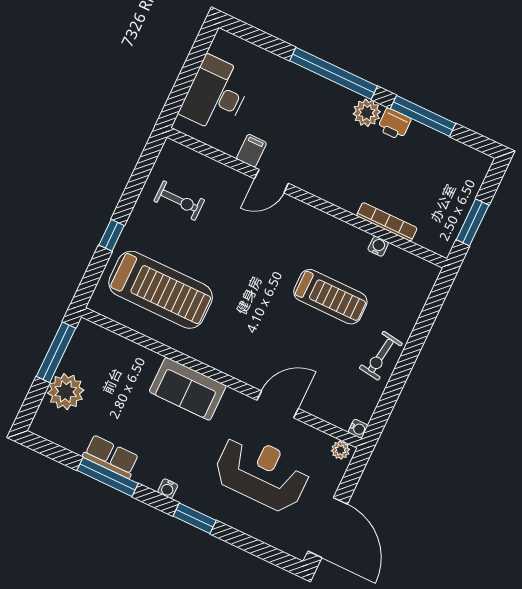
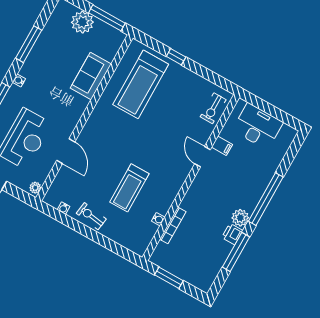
exercise bike: (179, 201) -> (213, 108), moved
sofa: (188, 389) -> (91, 76), moved
water cooler: (358, 429) -> (64, 208), moved
row of seats: (111, 457) -> (41, 47), removed

